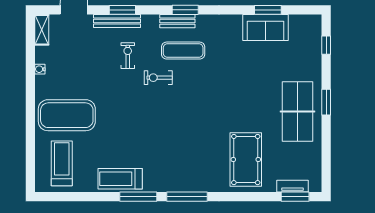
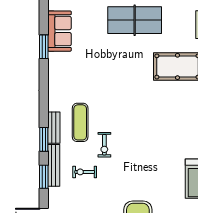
window: (185, 10) -> (44, 139), moved
bench: (117, 21) -> (54, 165), moved
sofa: (266, 27) -> (60, 31), moved

